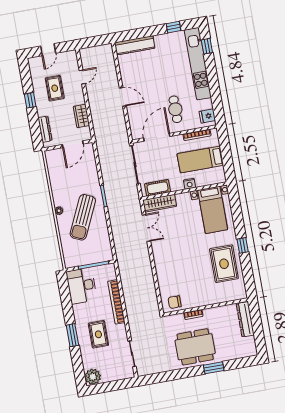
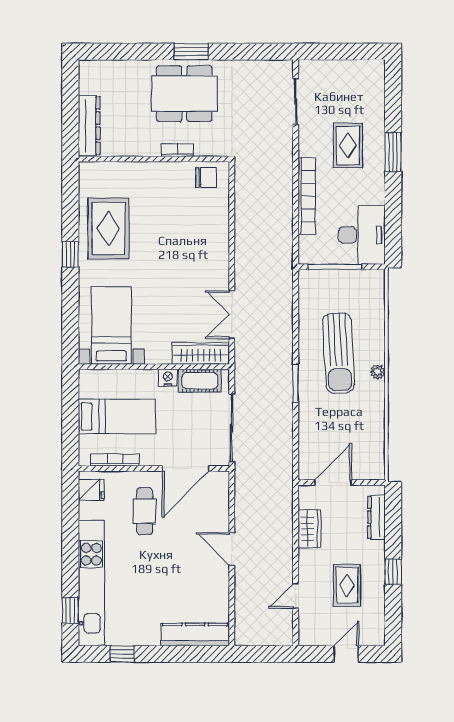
nightstand: (190, 184) -> (168, 378), moved
sun lounger: (83, 217) -> (338, 353), turned 152
window: (214, 368) -> (191, 52), moved
plant: (93, 377) -> (371, 74), removed

